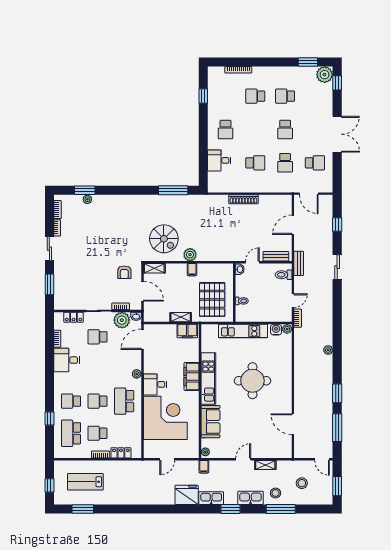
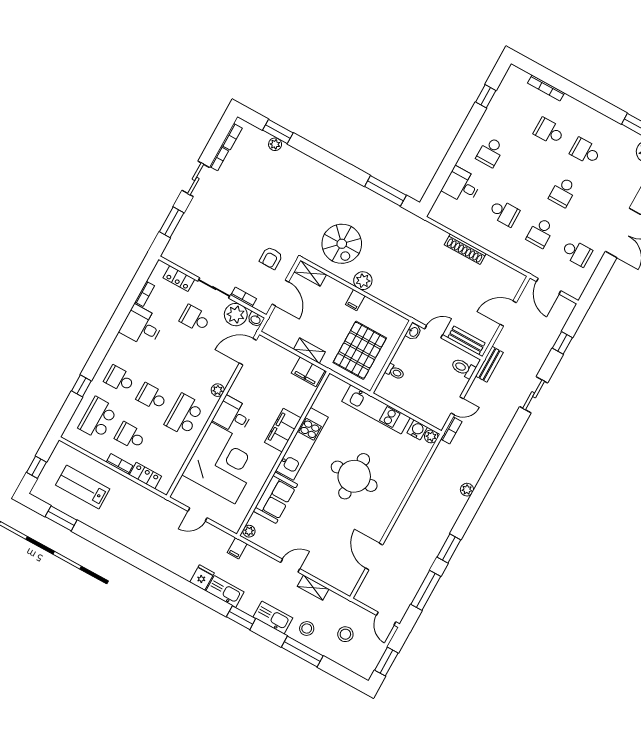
fridge: (187, 495) -> (202, 578), width x0.53, depth x0.75

